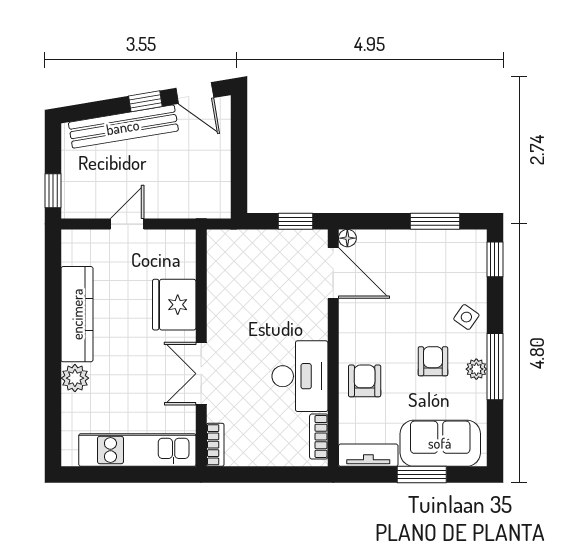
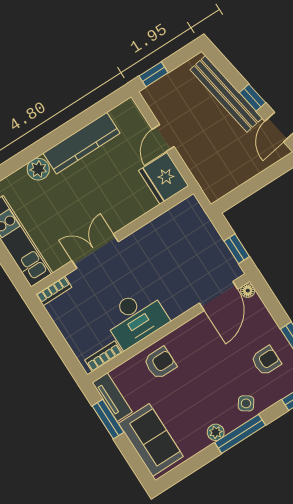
door: (127, 224) -> (163, 138), swing flipped
fridge: (174, 305) -> (164, 178), moved, turned -90
armchair: (433, 361) -> (266, 361), moved
window: (495, 367) -> (240, 434), moved
window: (422, 475) -> (108, 419), moved

